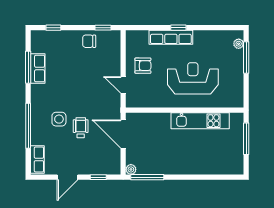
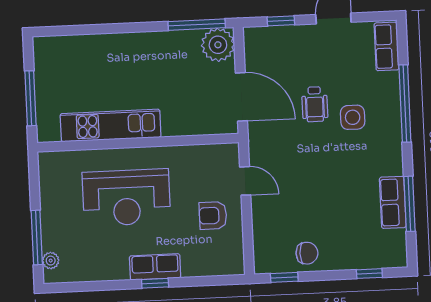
row of seats: (171, 37) -> (155, 267), width x0.68
plant: (131, 169) -> (218, 45), width x1.87, depth x1.87

